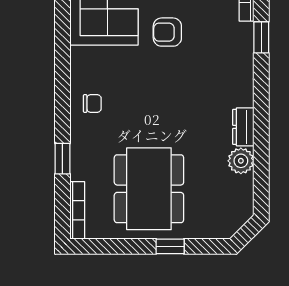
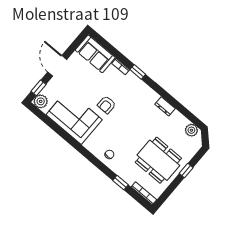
plant: (241, 161) -> (191, 130), moved

